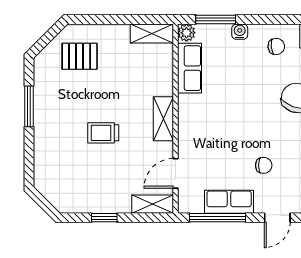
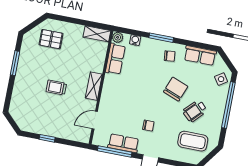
window: (216, 20) -> (161, 38), moved
water cooler: (240, 32) -> (135, 40), moved
shelving: (153, 204) -> (78, 136), removed

